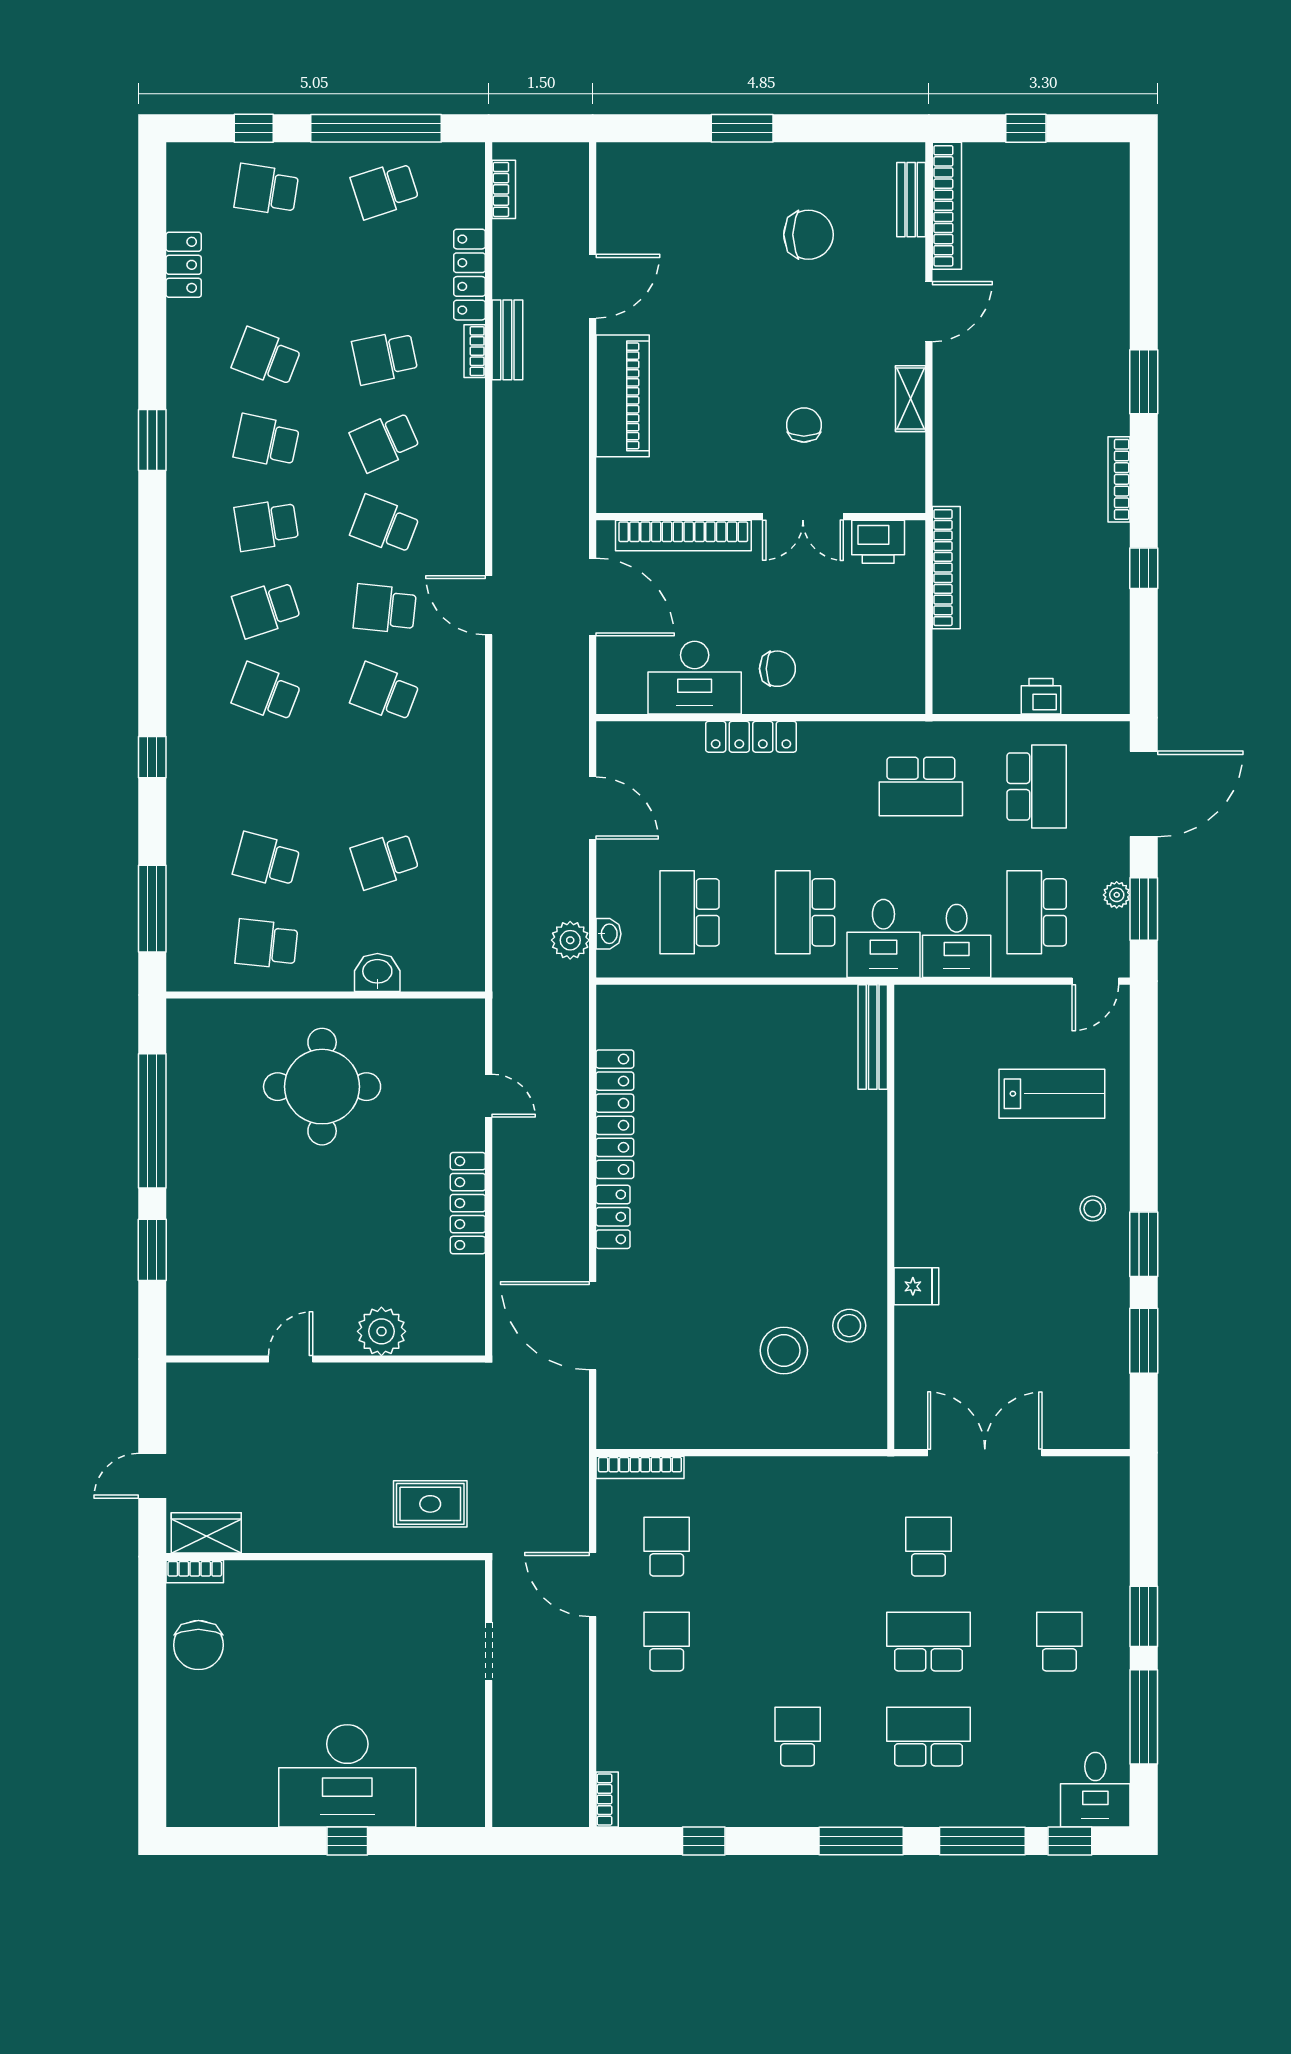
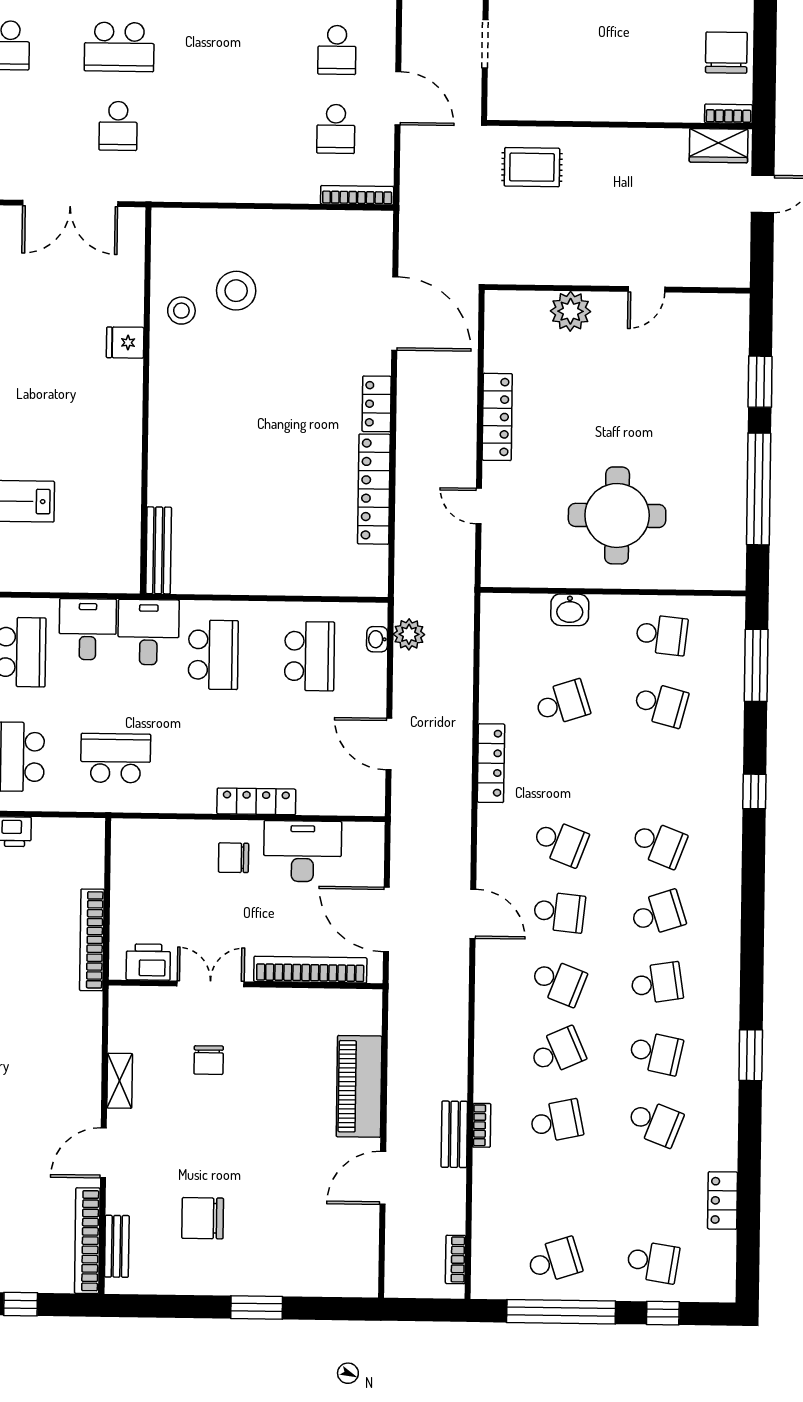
locker: (469, 275) -> (491, 763), moved

